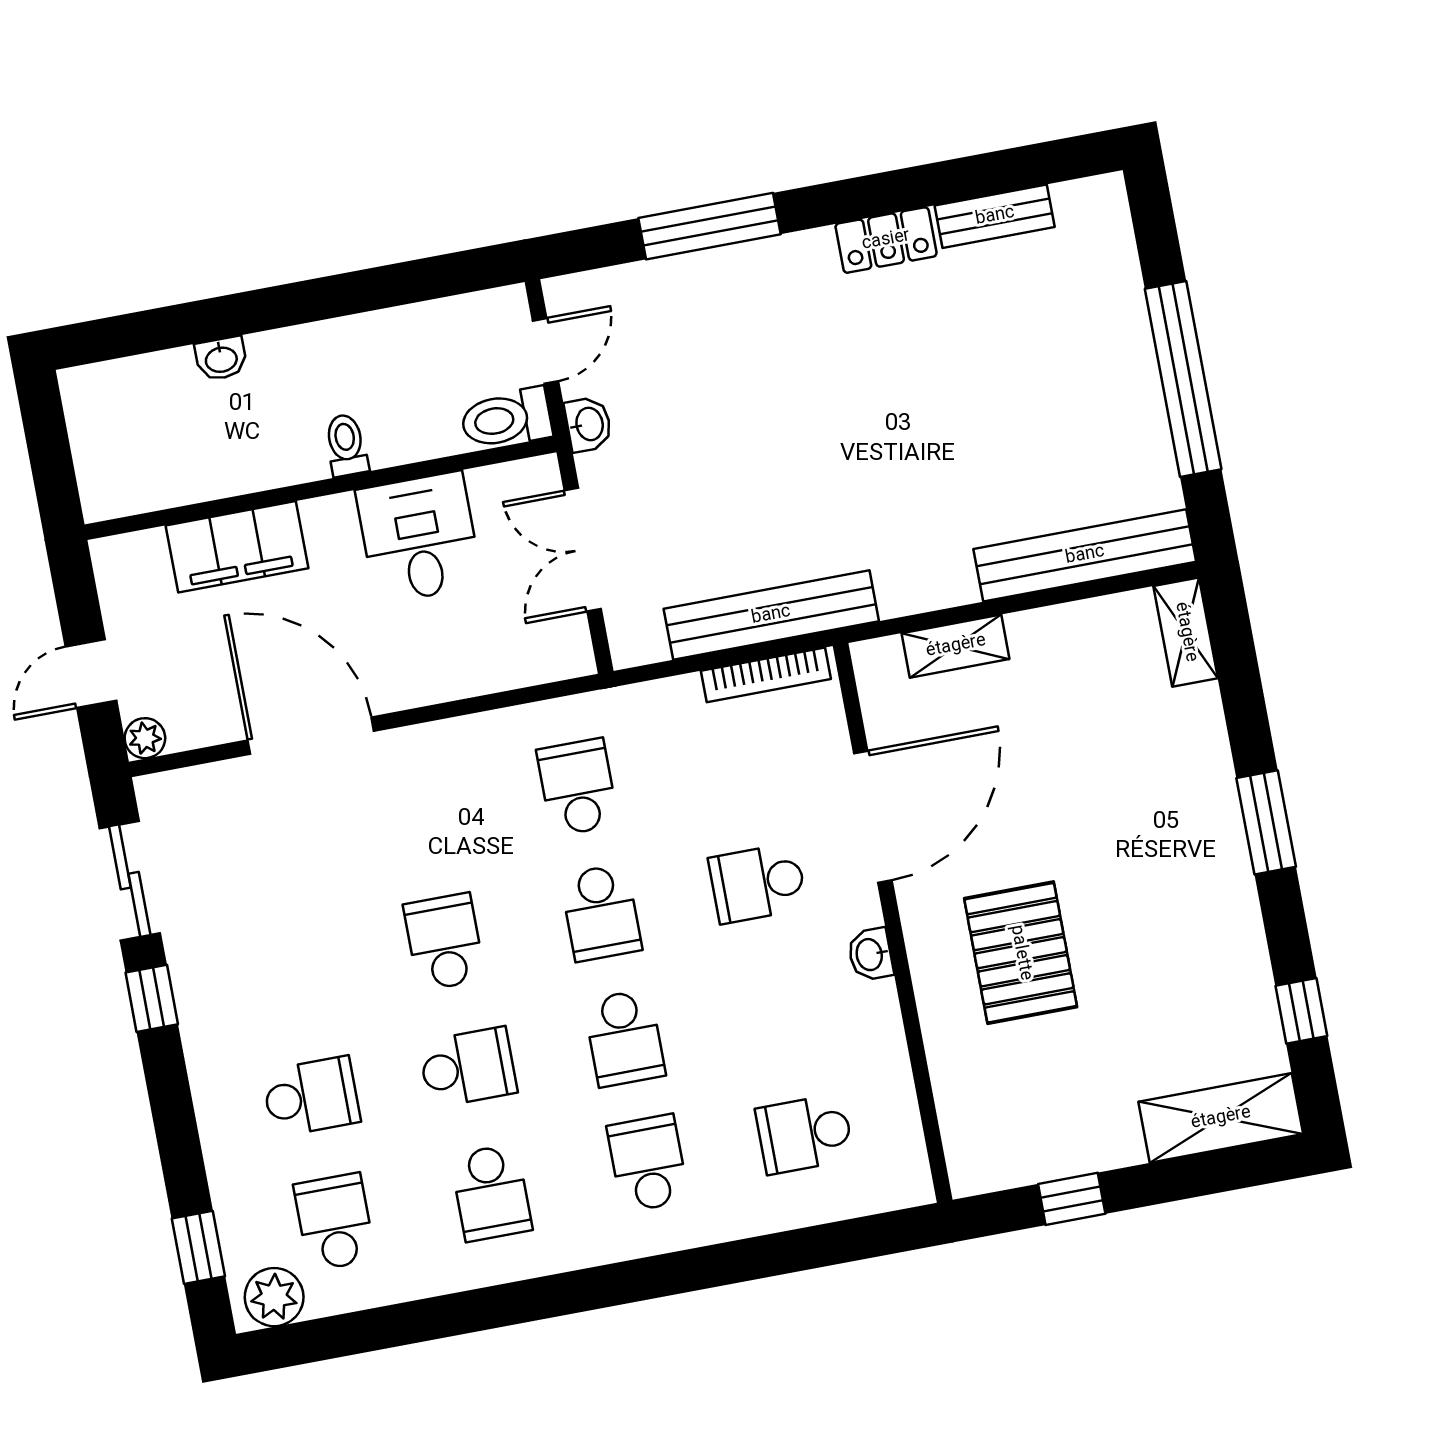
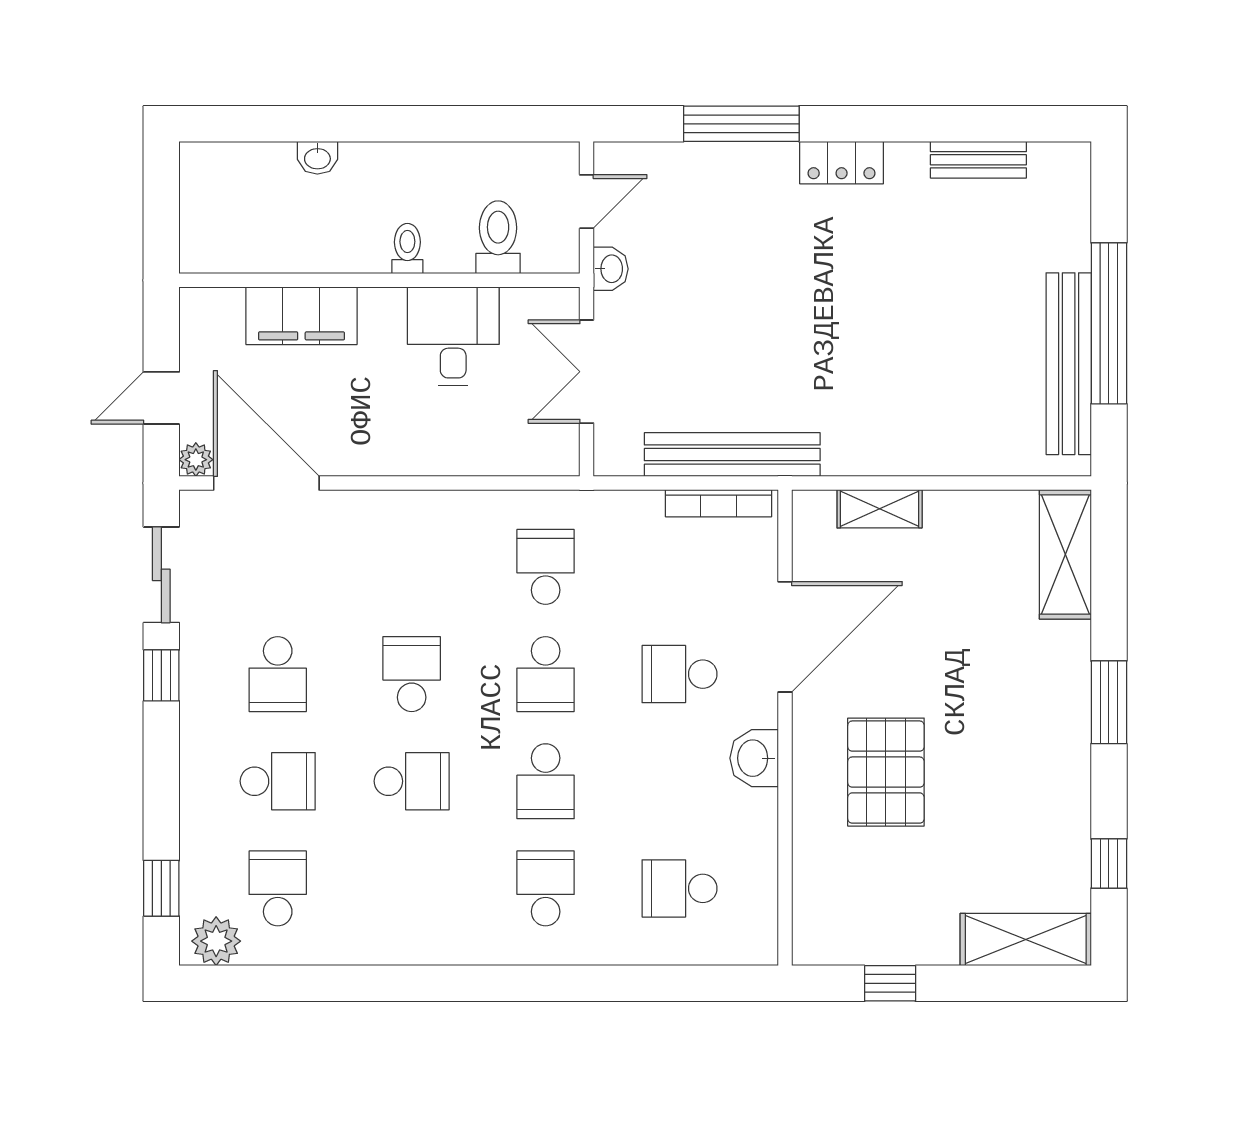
locker: (886, 240) -> (842, 163), moved
toilet: (506, 419) -> (498, 237), moved, turned 90
bench: (1085, 555) -> (1069, 364), moved, turned 90
shelving: (1186, 632) -> (1065, 554), width x1.50, depth x1.33
door: (311, 736) -> (266, 483), moved
washbasin: (870, 954) -> (754, 758), width x1.38, depth x1.45
school desk: (491, 1193) -> (278, 674), moved

